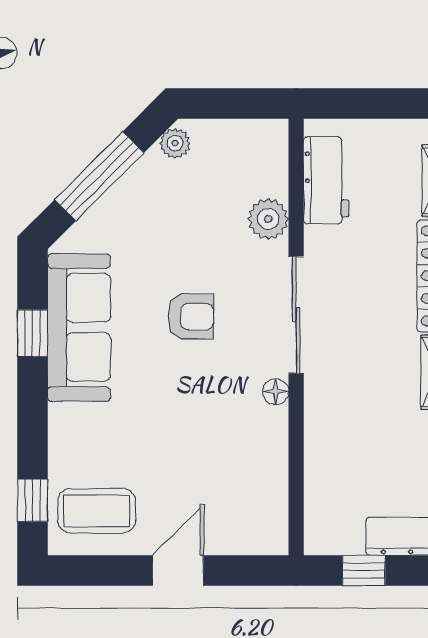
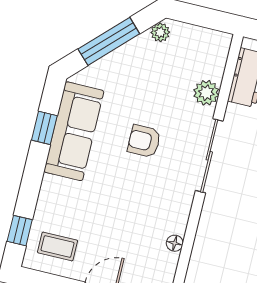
armchair: (191, 317) -> (144, 141), turned 180
floor lamp: (276, 392) -> (175, 243), moved
coffee table: (97, 511) -> (58, 247), width x0.73, depth x0.77

